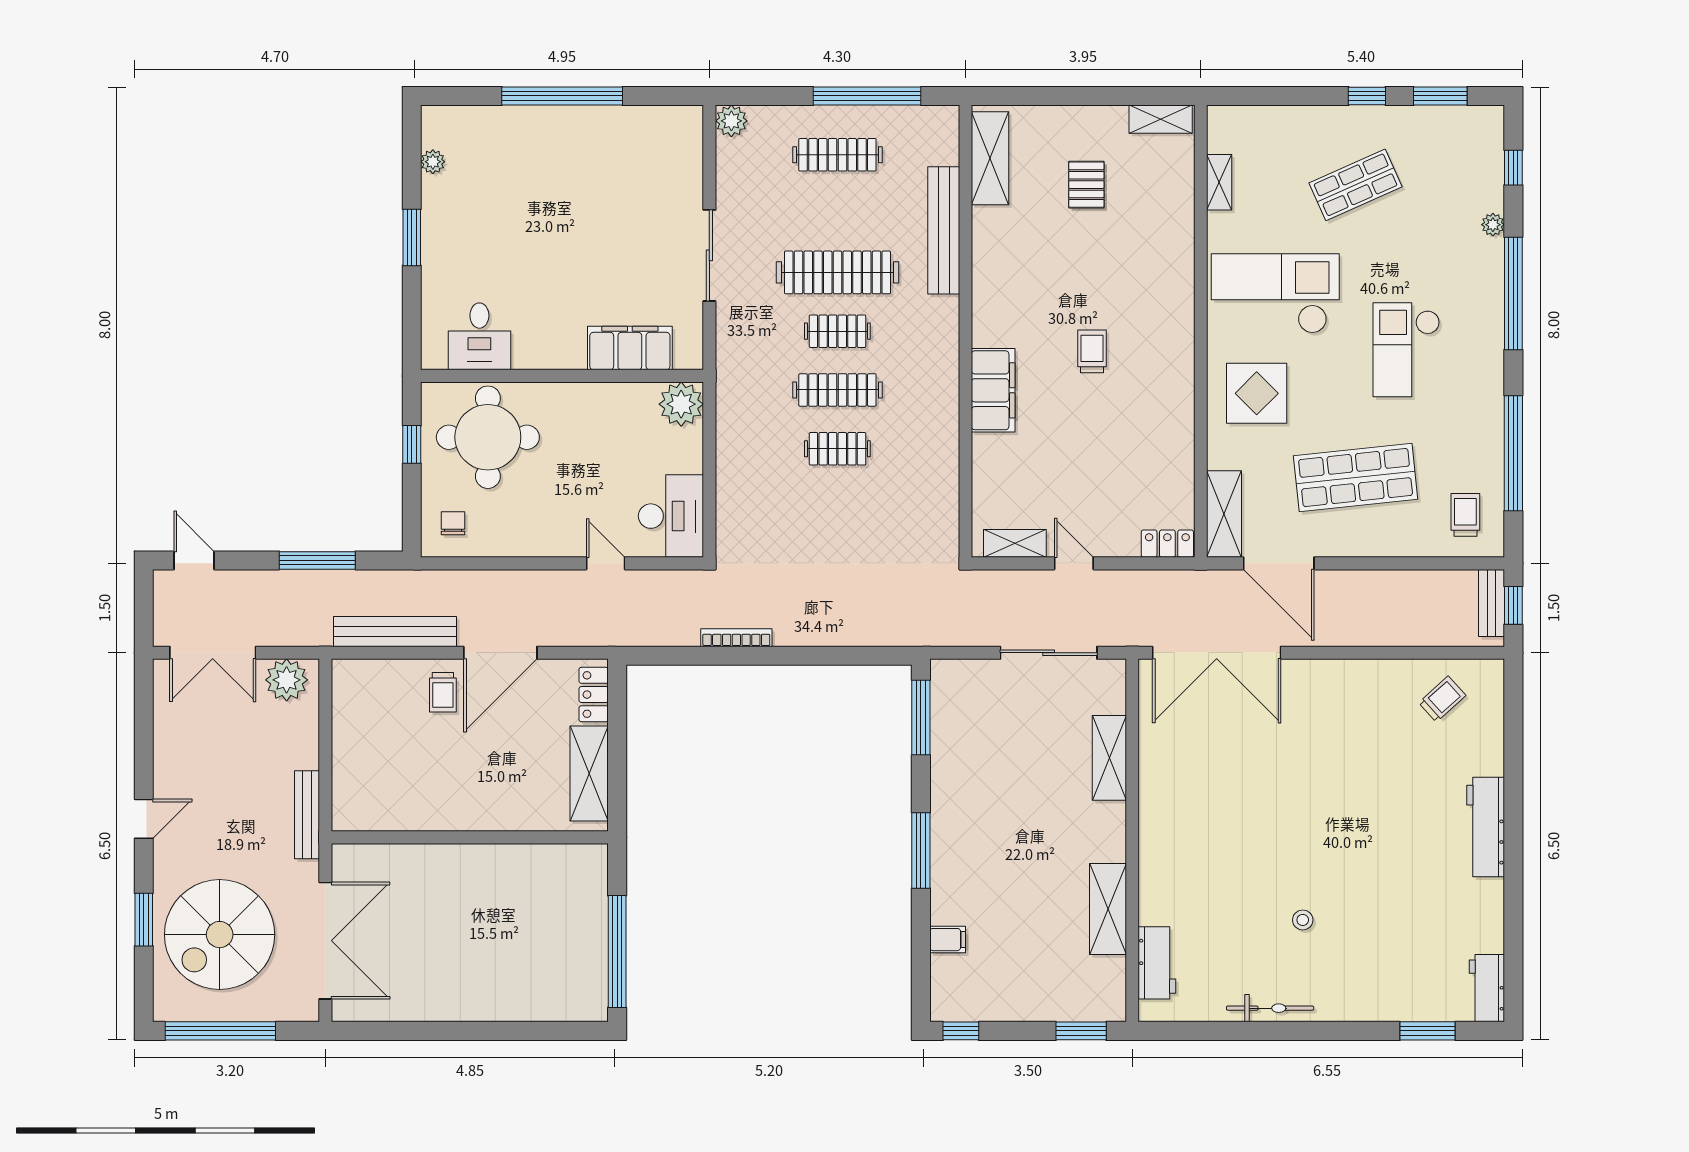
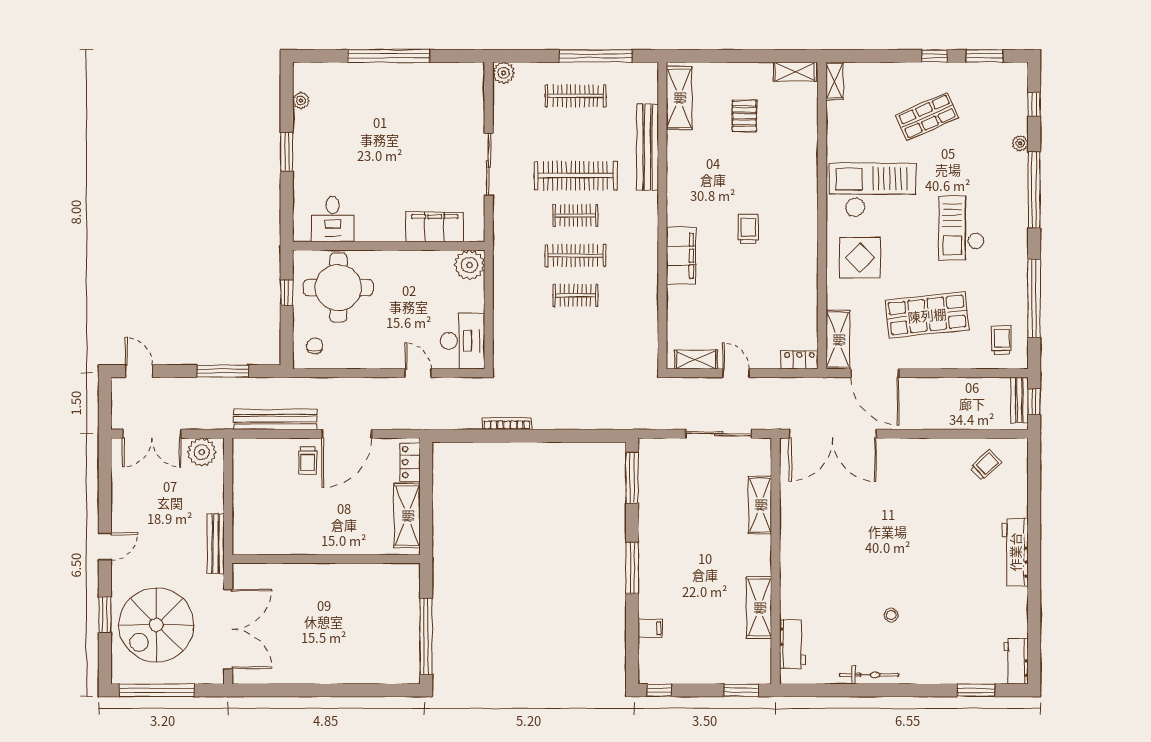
shelving: (1219, 182) -> (835, 81), moved

